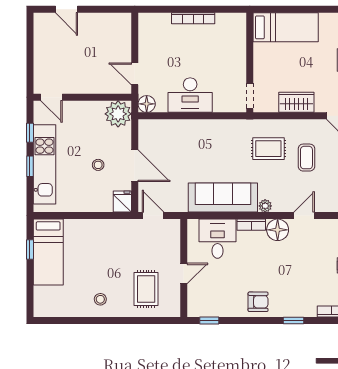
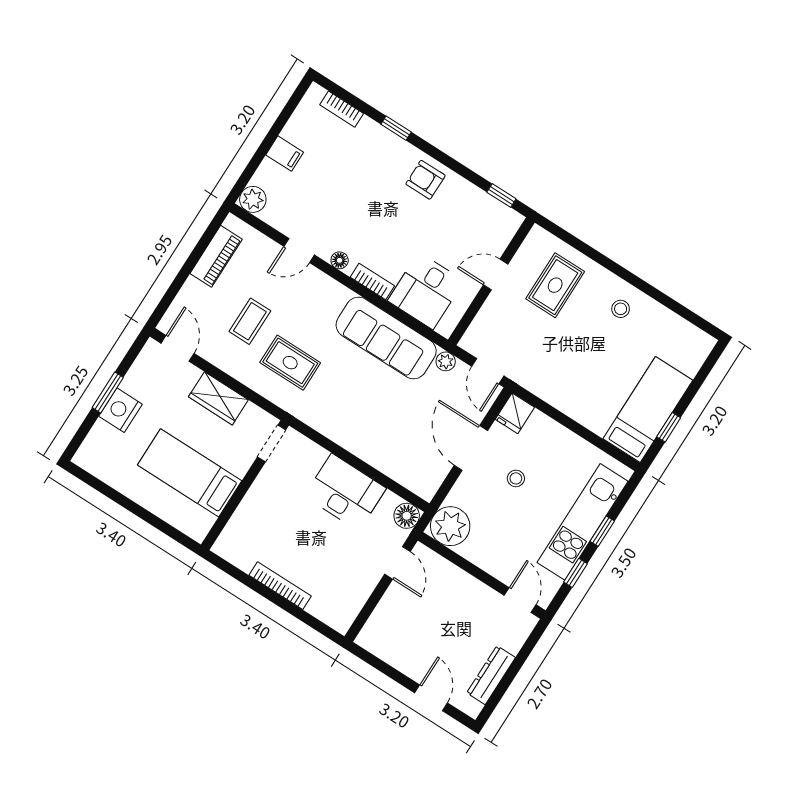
bed: (286, 27) -> (190, 473), moved
dresser: (41, 44) -> (491, 675), added
plant: (265, 206) -> (446, 361), moved
floor lamp: (278, 230) -> (340, 260), width x0.53, depth x0.53

